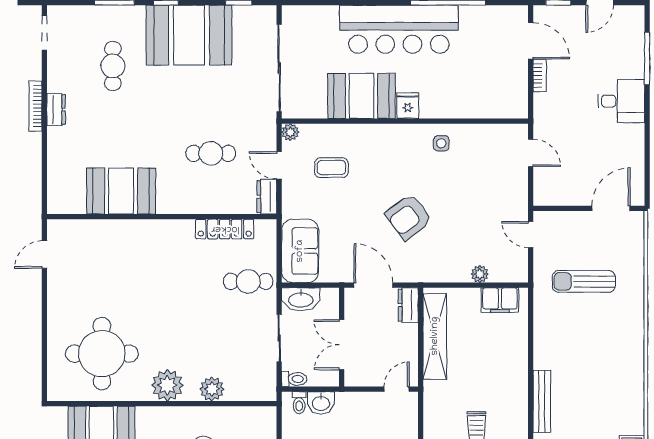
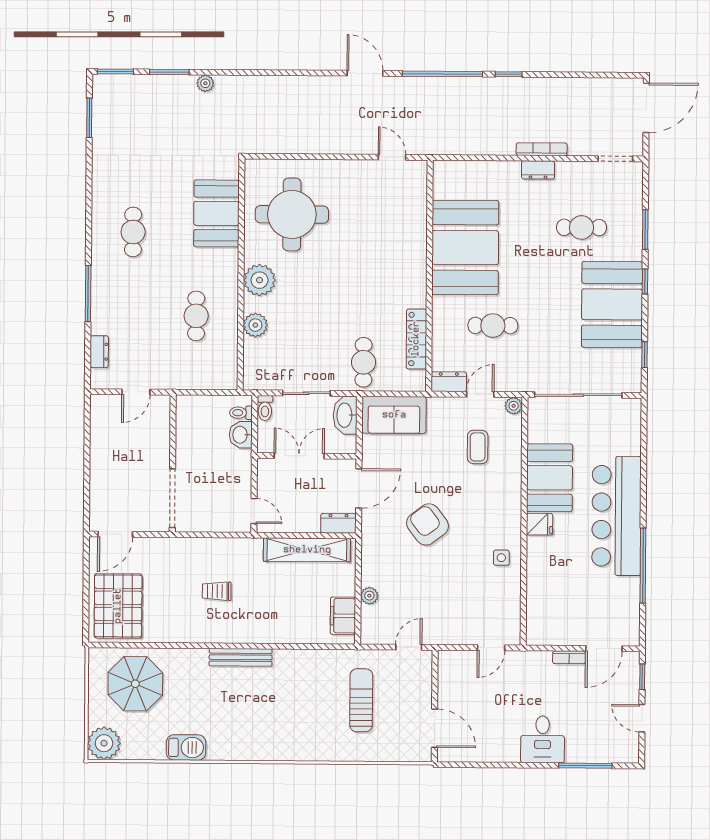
cafe table: (211, 153) -> (493, 326), turned 90
booth: (121, 191) -> (465, 247), width x1.36, depth x1.42

